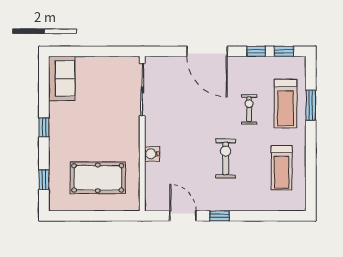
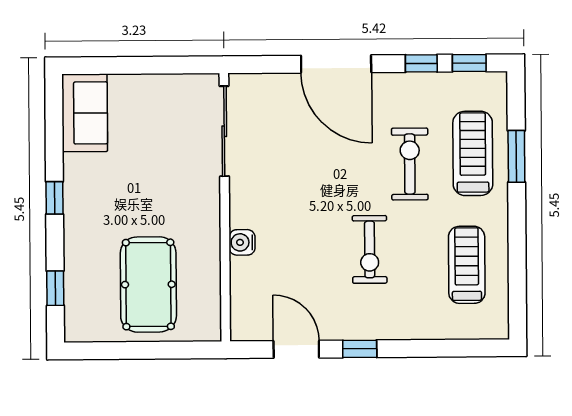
treadmill: (286, 103) -> (473, 153), turned 180
exercise bike: (249, 109) -> (410, 164), width x1.38, depth x1.39
exercise bike: (226, 159) -> (370, 249), turned 180
treadmill: (282, 168) -> (467, 265), turned 180
pool table: (98, 178) -> (148, 284), turned 90

